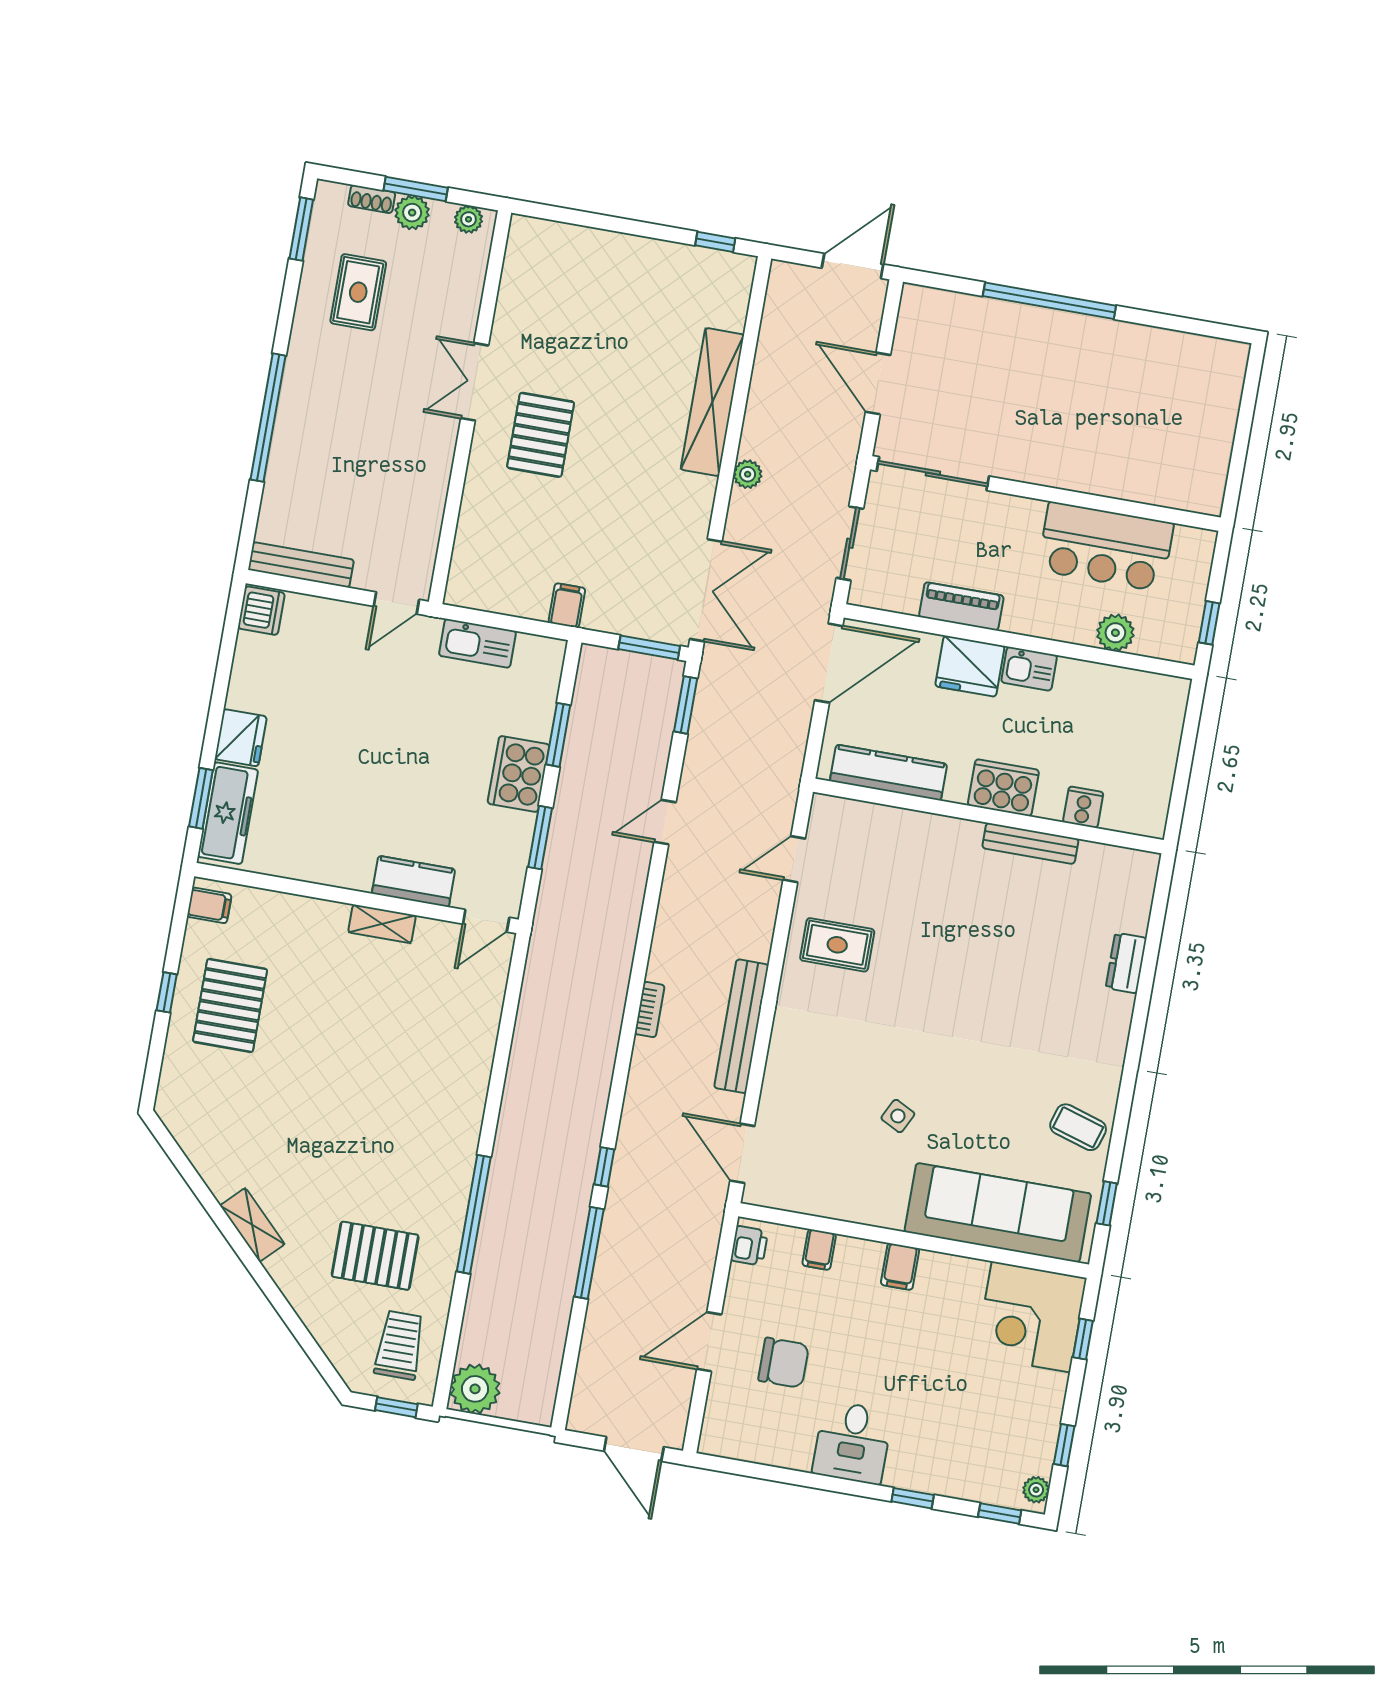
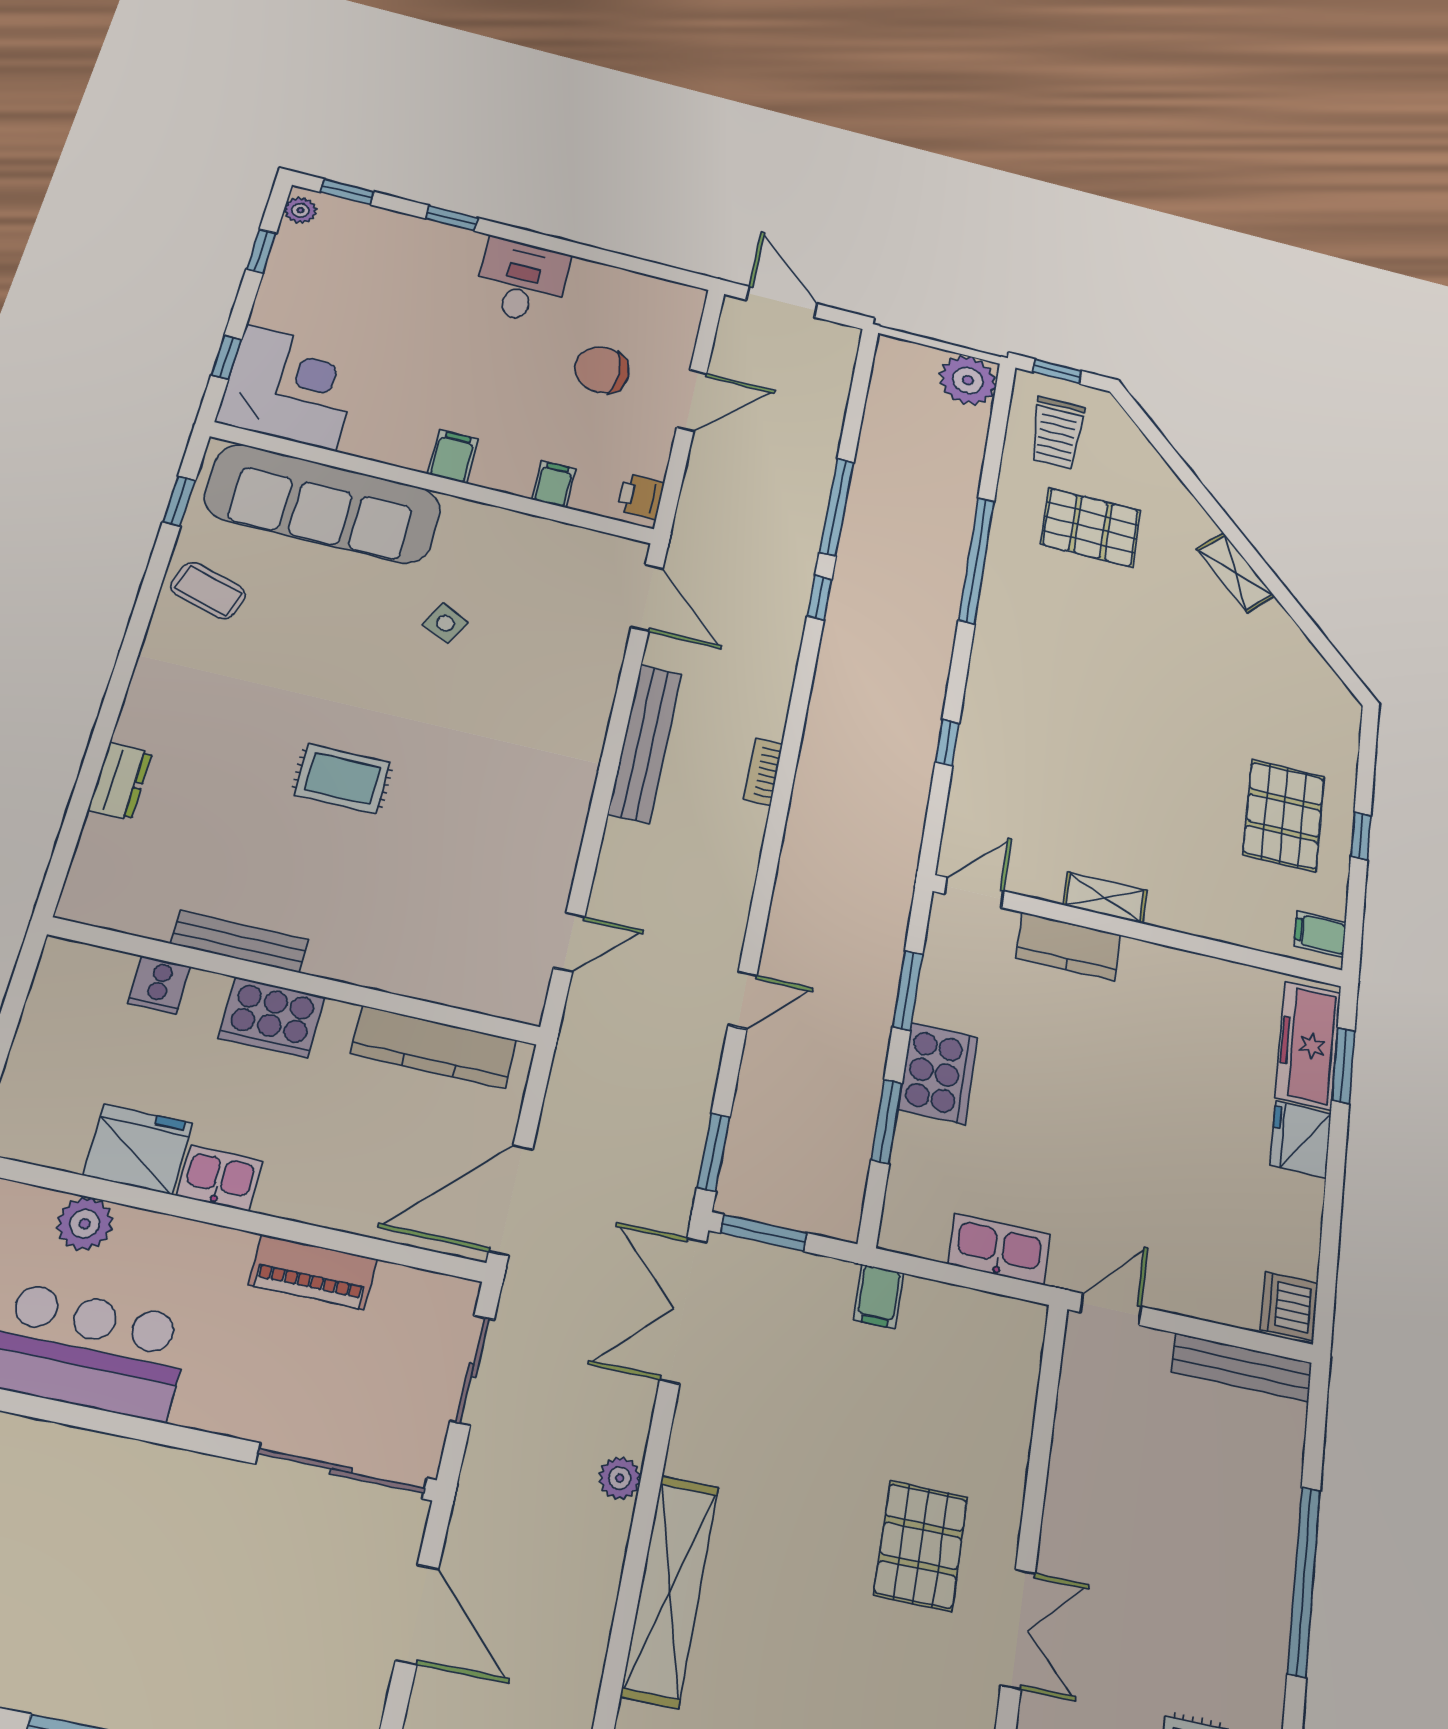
fridge: (970, 666) -> (138, 1149), moved
rug: (837, 945) -> (342, 779), moved
window: (503, 1047) -> (947, 742), added

